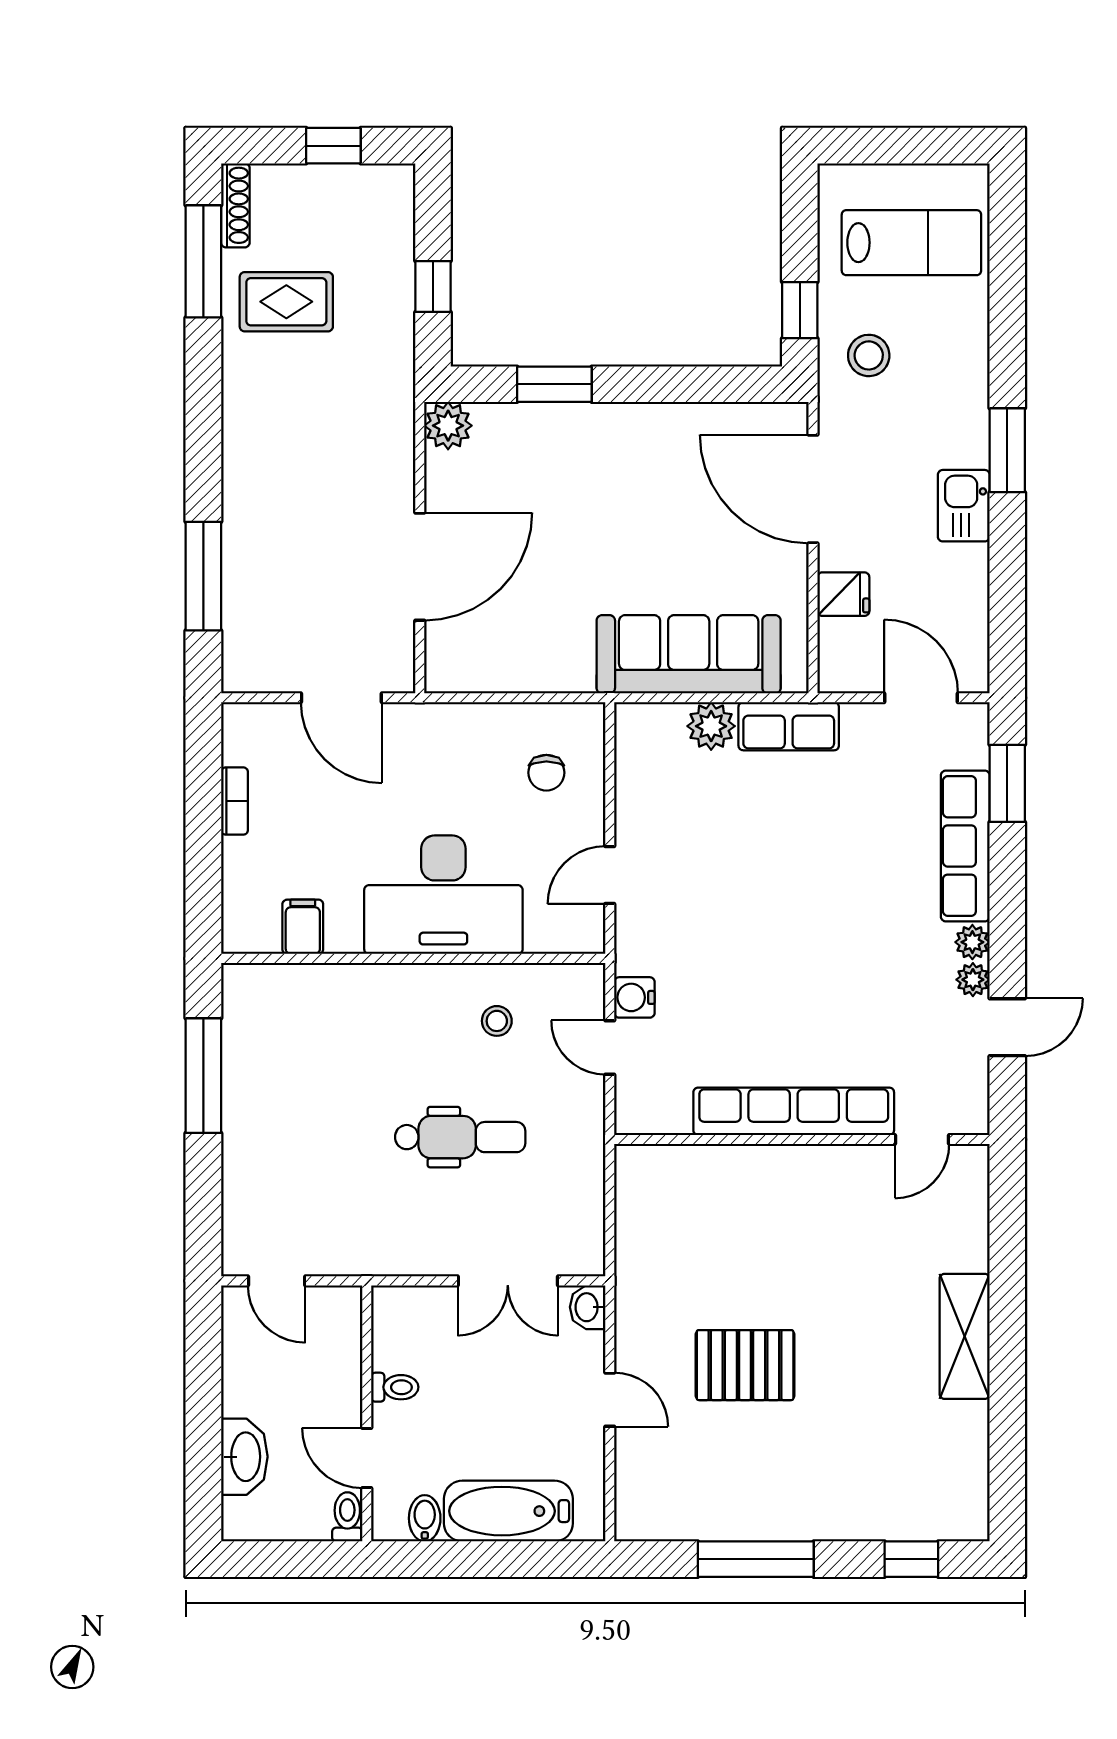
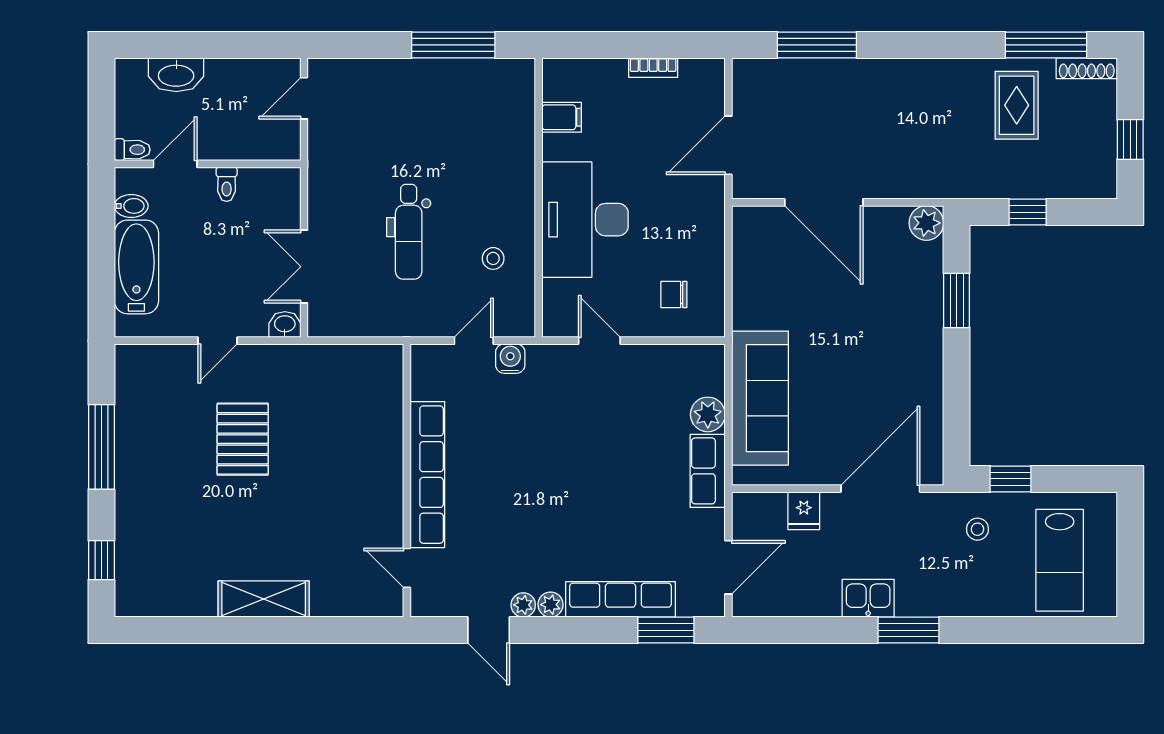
stool: (869, 355) -> (977, 529), width x0.73, depth x0.73

